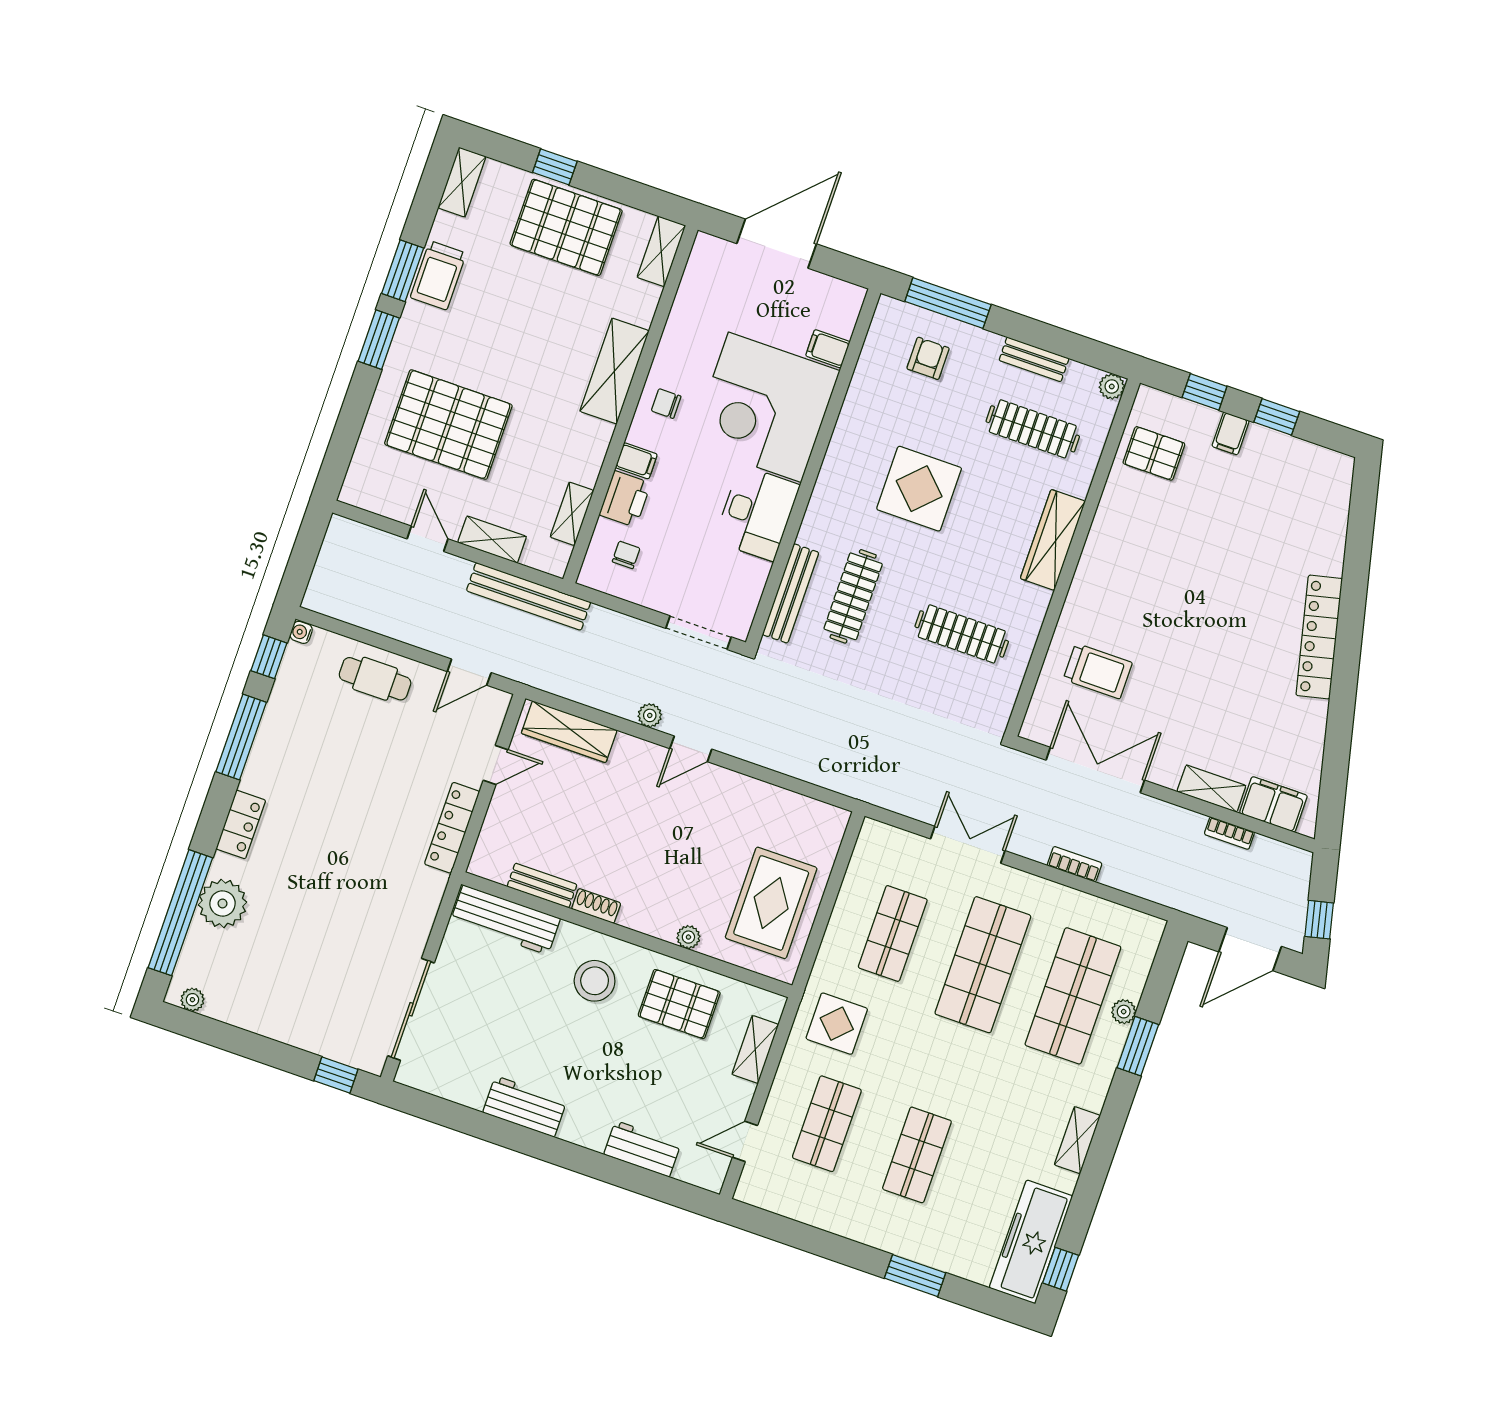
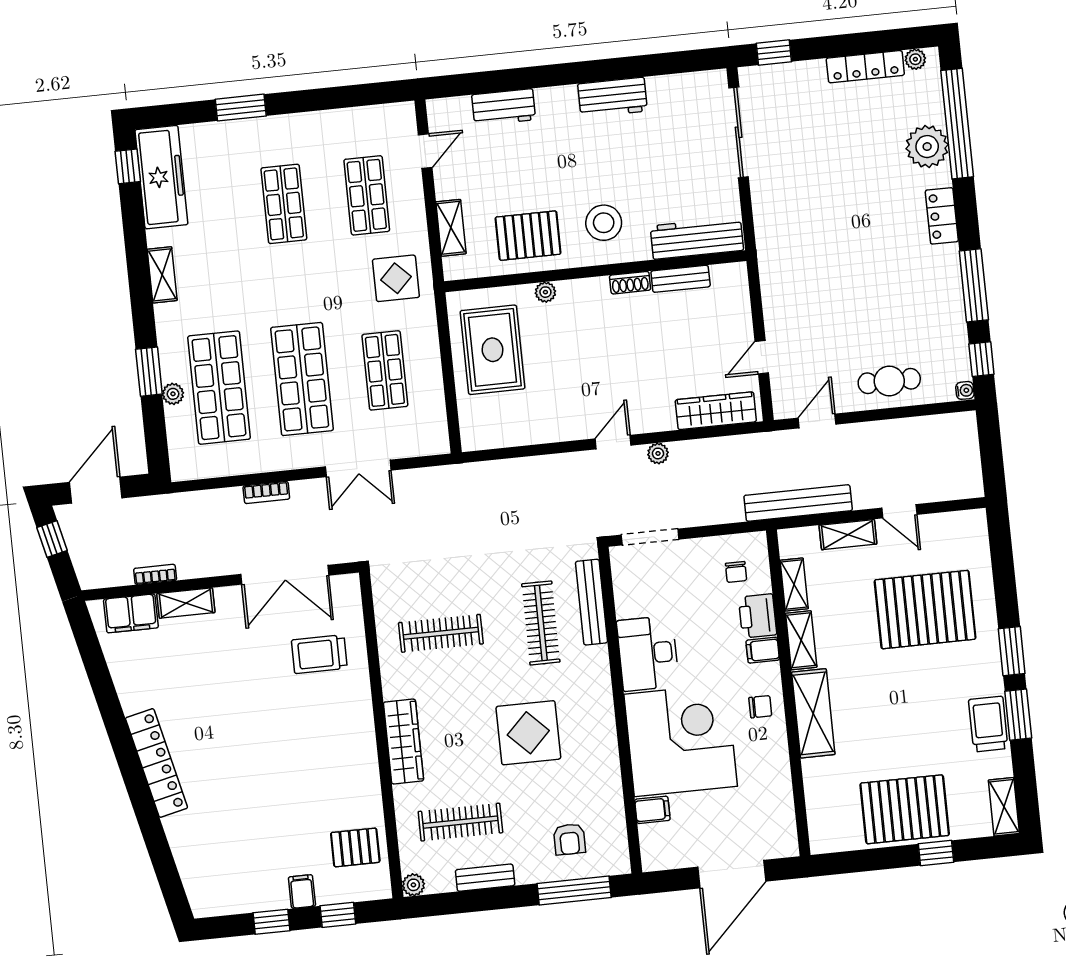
shelving: (661, 251) -> (801, 640), moved
locker: (452, 828) -> (865, 67), moved, turned 90

